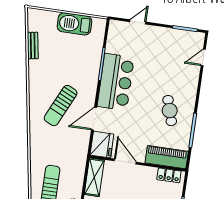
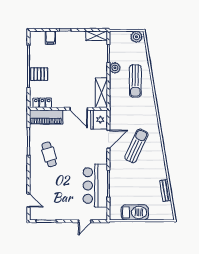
door: (203, 57) -> (28, 200), hinge flipped
bar counter: (116, 82) -> (95, 186), moved

